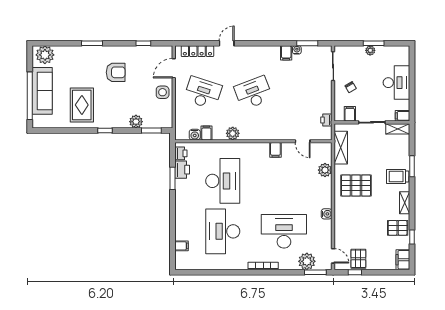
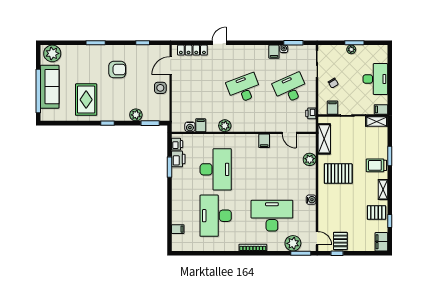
desk: (203, 93) -> (290, 88), moved, turned -42

